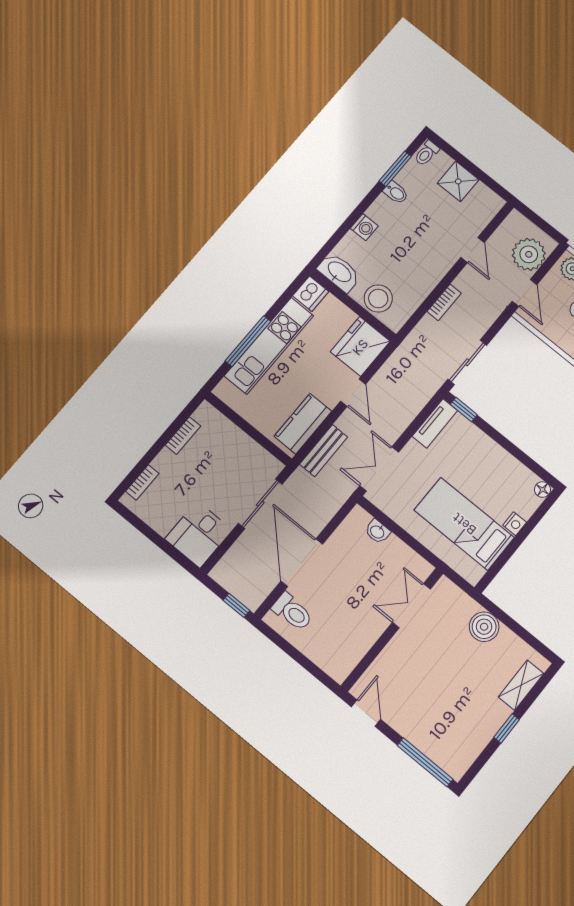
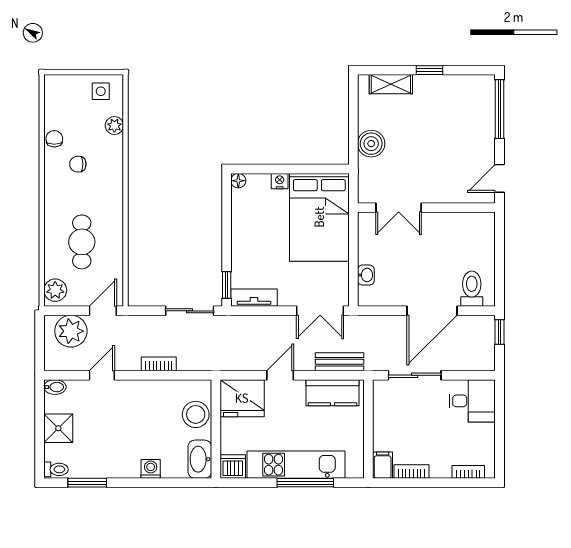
bidet: (396, 193) -> (55, 387), moved, turned 90
filing cabinet: (208, 416) -> (383, 465), added
bed: (464, 524) -> (319, 217), width x1.50

